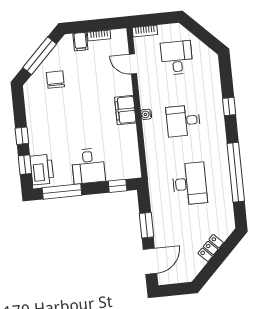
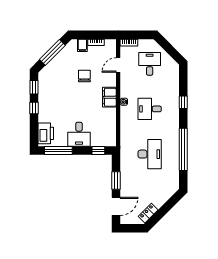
door: (133, 64) -> (118, 65), hinge flipped
chair: (55, 80) -> (84, 76), moved
window: (25, 165) -> (34, 87), moved
locker: (211, 248) -> (148, 213), moved

